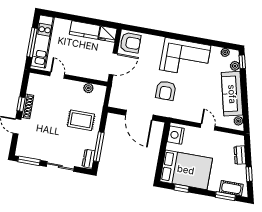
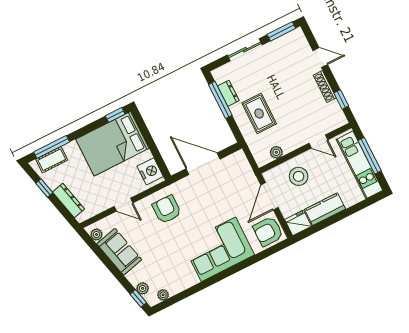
corner sofa: (185, 58) -> (218, 249), moved
stool: (86, 63) -> (299, 176), added
armchair: (166, 91) -> (167, 209), moved
sofa: (232, 94) -> (119, 252), width x0.73
window: (21, 104) -> (341, 99), moved
rug: (81, 120) -> (259, 113), turned 90
dresser: (240, 155) -> (69, 200), width x1.44
dresser: (89, 159) -> (228, 93), moved
window: (181, 188) -> (115, 115), moved
window: (225, 196) -> (52, 147), width x1.44

